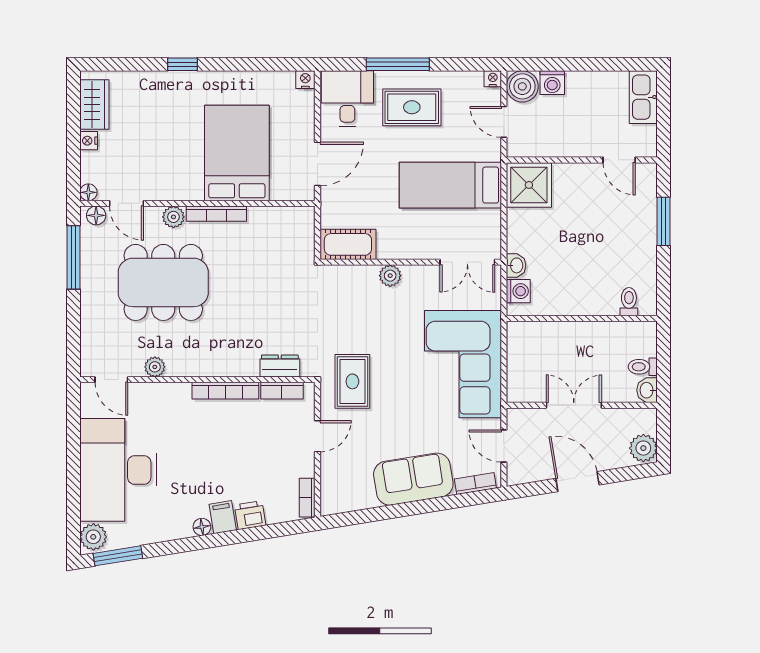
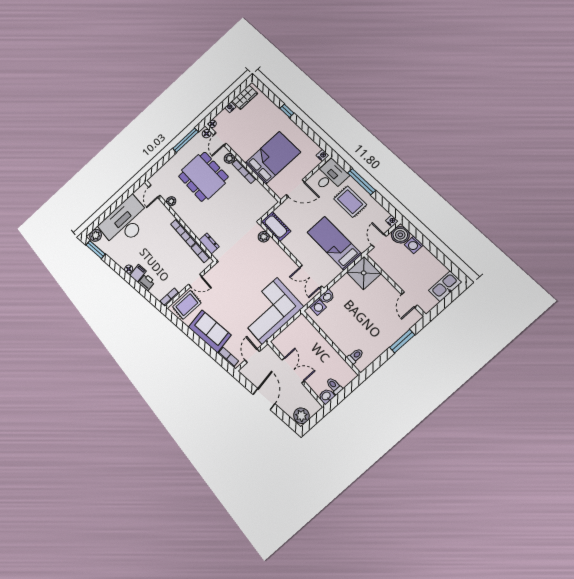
plant: (390, 276) -> (264, 237), moved
rug: (352, 381) -> (187, 305), moved

